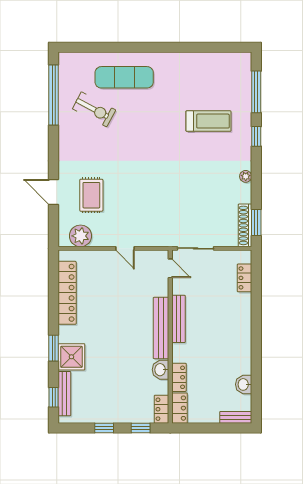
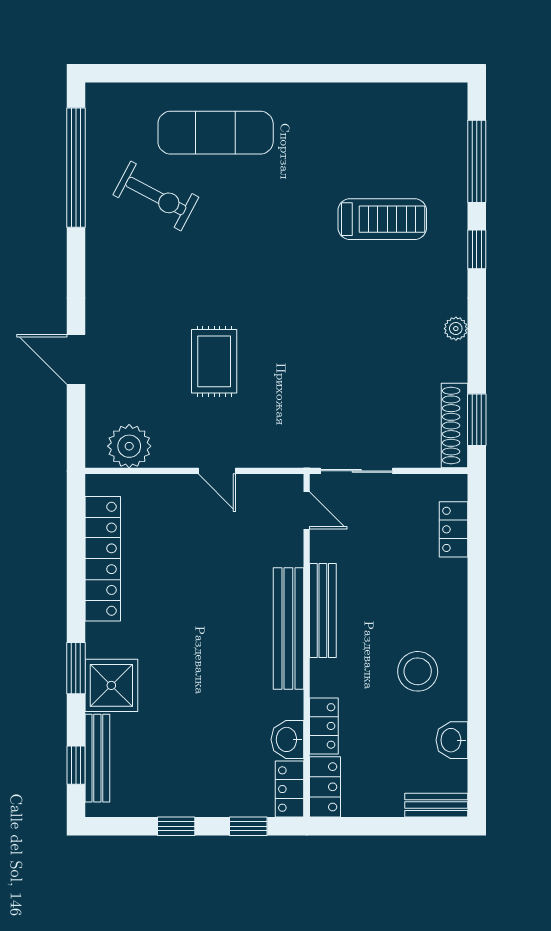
rug: (91, 195) -> (214, 361), moved
stool: (226, 350) -> (418, 671), added
washbasin: (161, 370) -> (287, 739), moved

